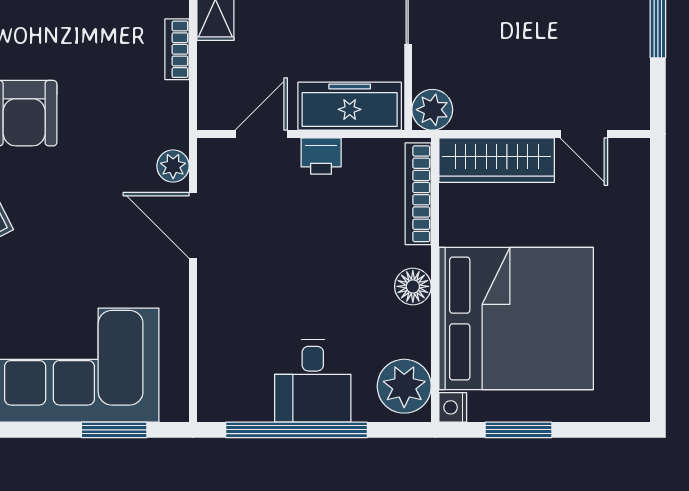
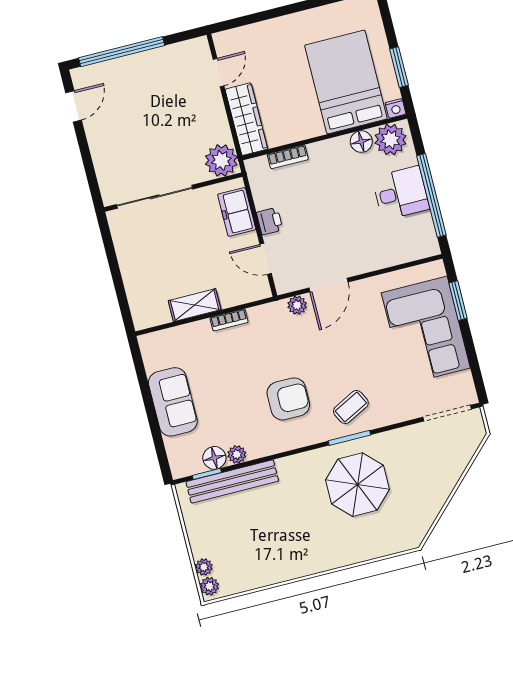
freezer: (350, 106) -> (237, 212), width x0.71
plant: (432, 110) -> (221, 160), width x1.36, depth x1.36
bookcase: (418, 194) -> (288, 157), width x0.64
floor lamp: (413, 286) -> (361, 142), moved
bed: (516, 318) -> (346, 82), width x0.73

